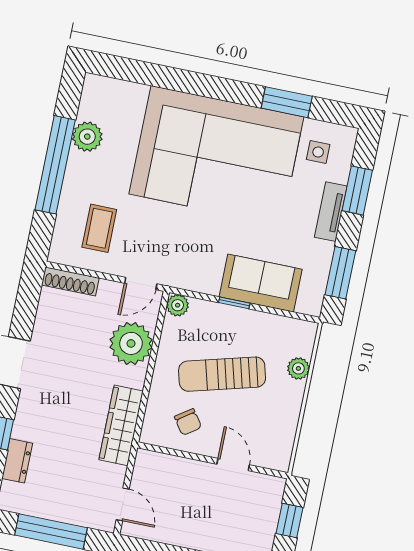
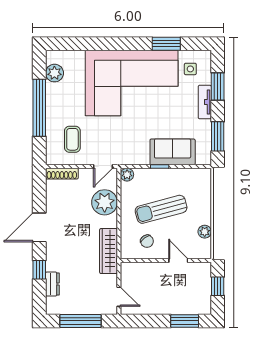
plant: (87, 137) -> (54, 73), moved
plant: (298, 368) -> (205, 232), moved

